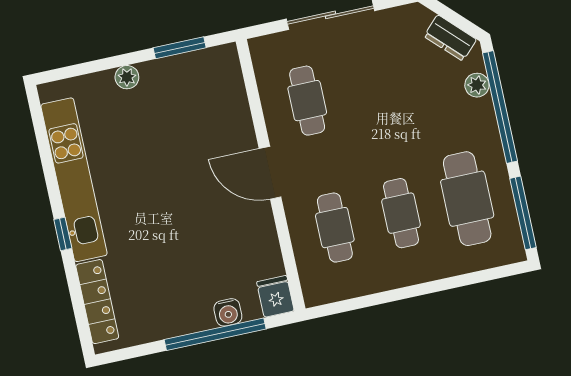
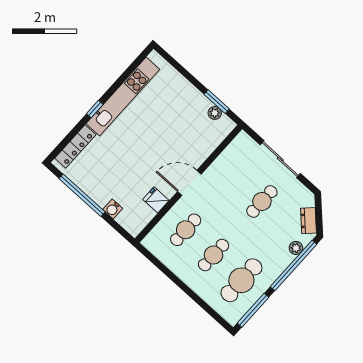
plant: (127, 77) -> (215, 113), moved
cafe table: (307, 101) -> (262, 201), moved
door: (270, 173) -> (189, 183), hinge flipped
fridge: (275, 296) -> (156, 200), moved, turned -90
window: (215, 334) -> (82, 195), moved

